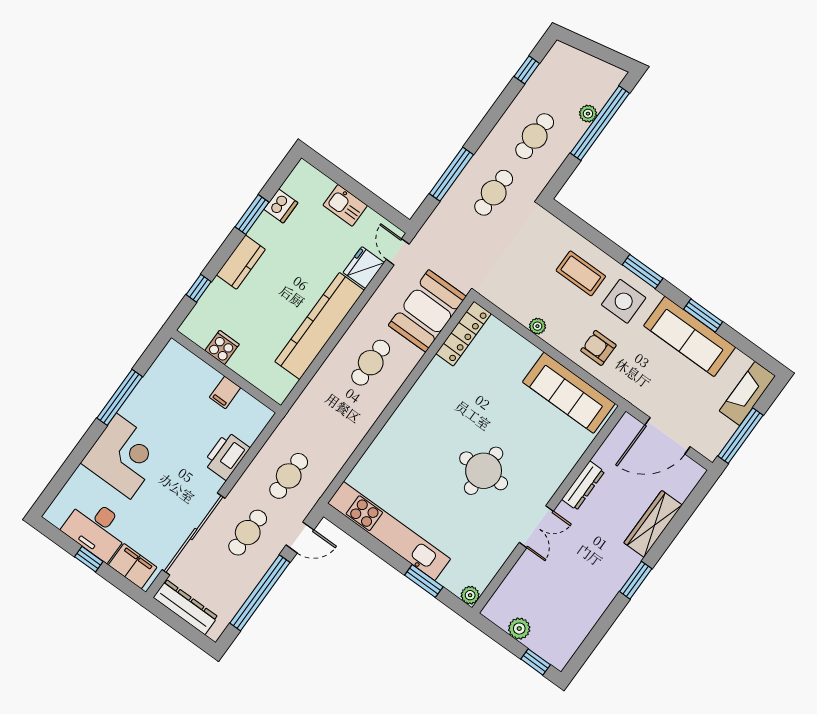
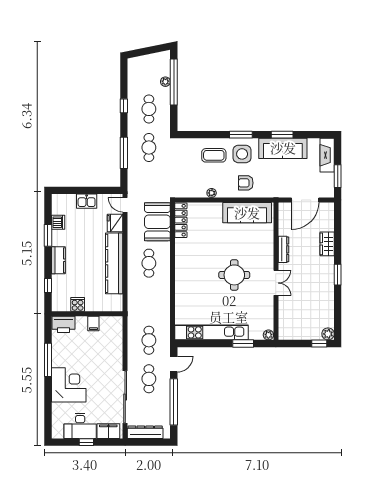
window: (527, 70) -> (124, 106), moved
window: (740, 436) -> (338, 176), width x0.69
printer: (226, 456) -> (63, 324), moved, turned -90
wardrobe: (653, 524) -> (327, 244), width x0.67
plant: (519, 629) -> (328, 334), moved

